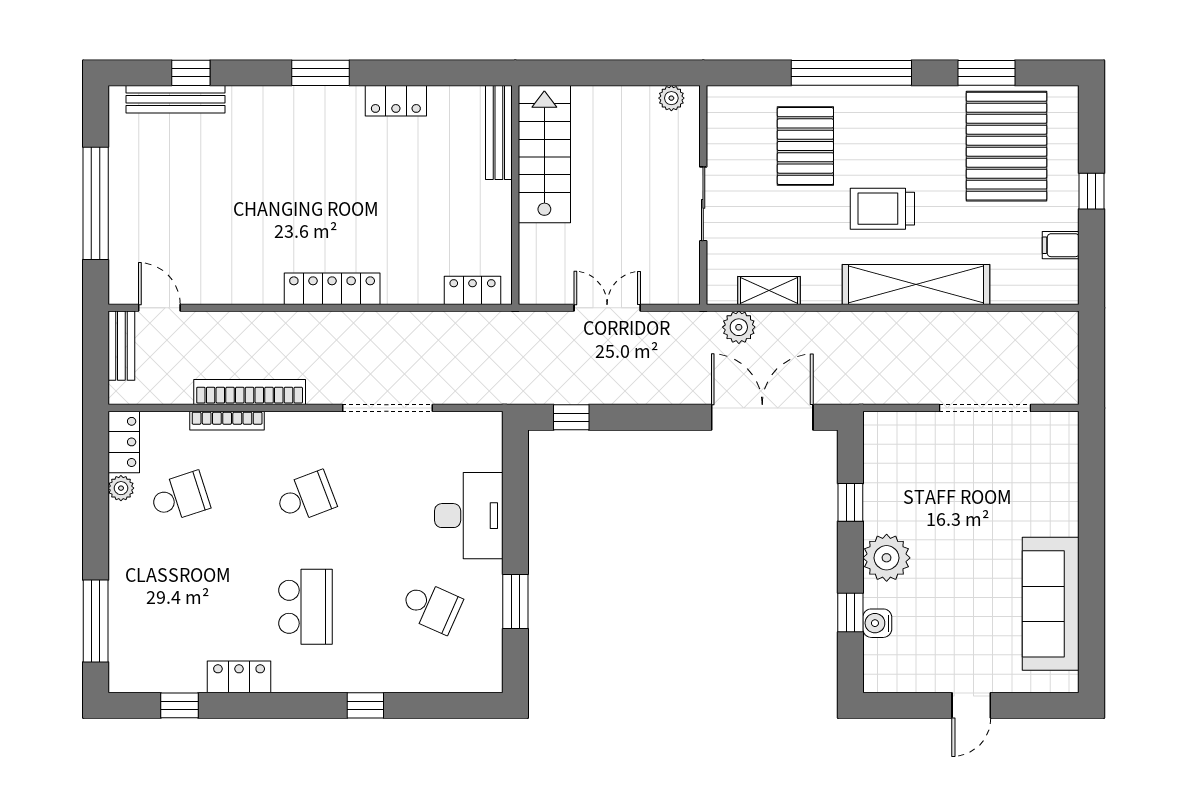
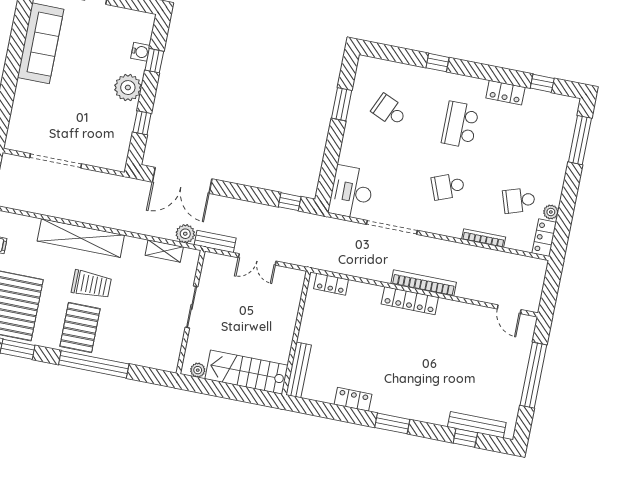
pallet: (805, 146) -> (80, 328), moved
stairs: (544, 154) -> (247, 372), moved, turned 90
bench: (121, 346) -> (215, 241), moved, turned 90
bookcase: (250, 392) -> (424, 283), moved, turned 180
desk: (469, 516) -> (351, 192), moved

